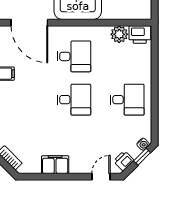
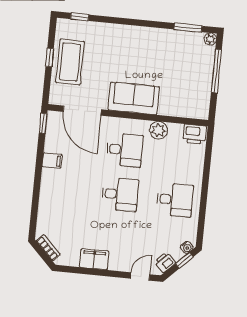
plant: (119, 34) -> (159, 130), moved

